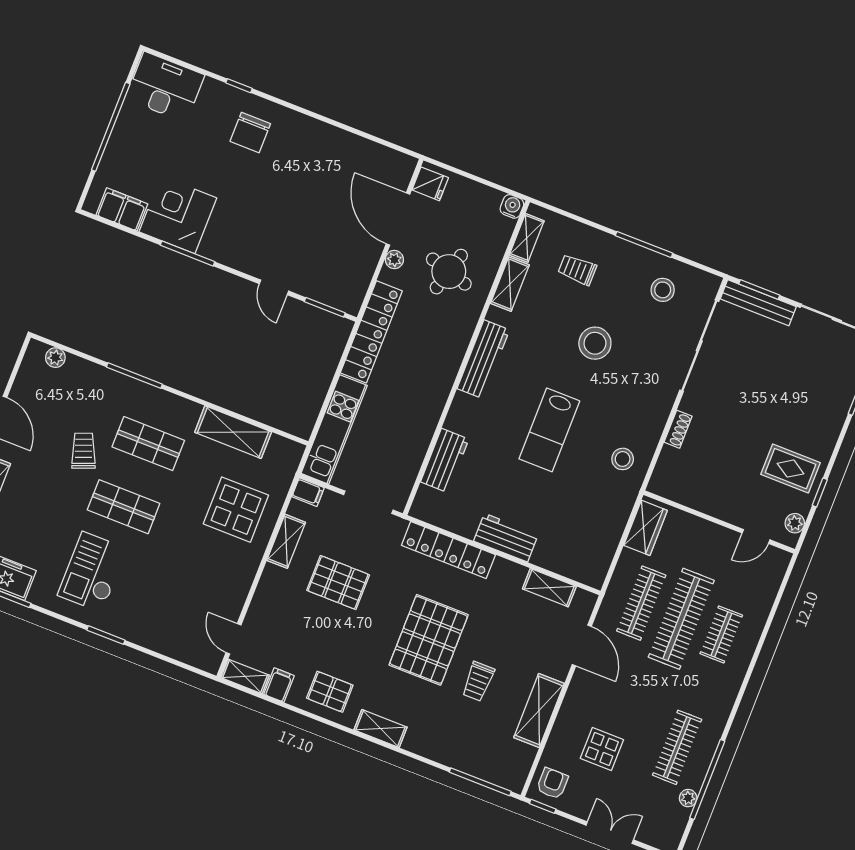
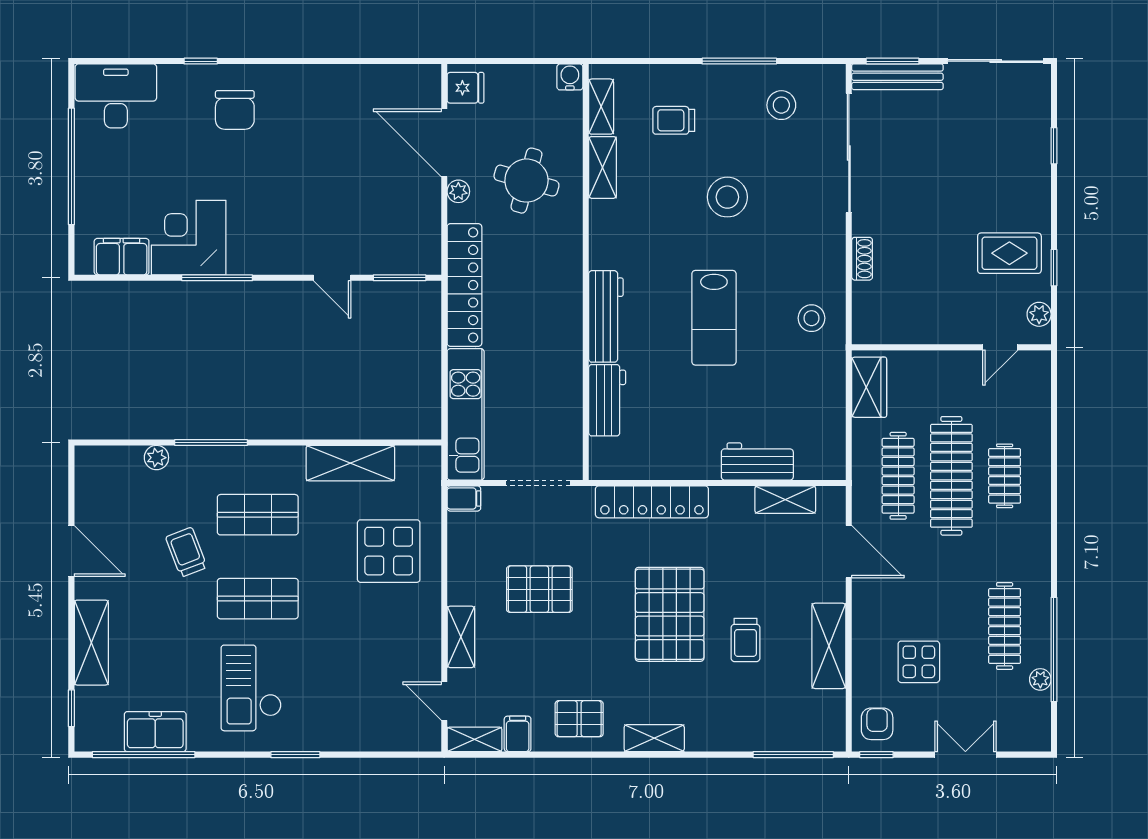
plant: (55, 358) -> (156, 458), moved
workbench: (483, 359) -> (606, 316), moved
workbench: (506, 538) -> (757, 462), moved
shelving: (286, 541) -> (461, 637), moved

